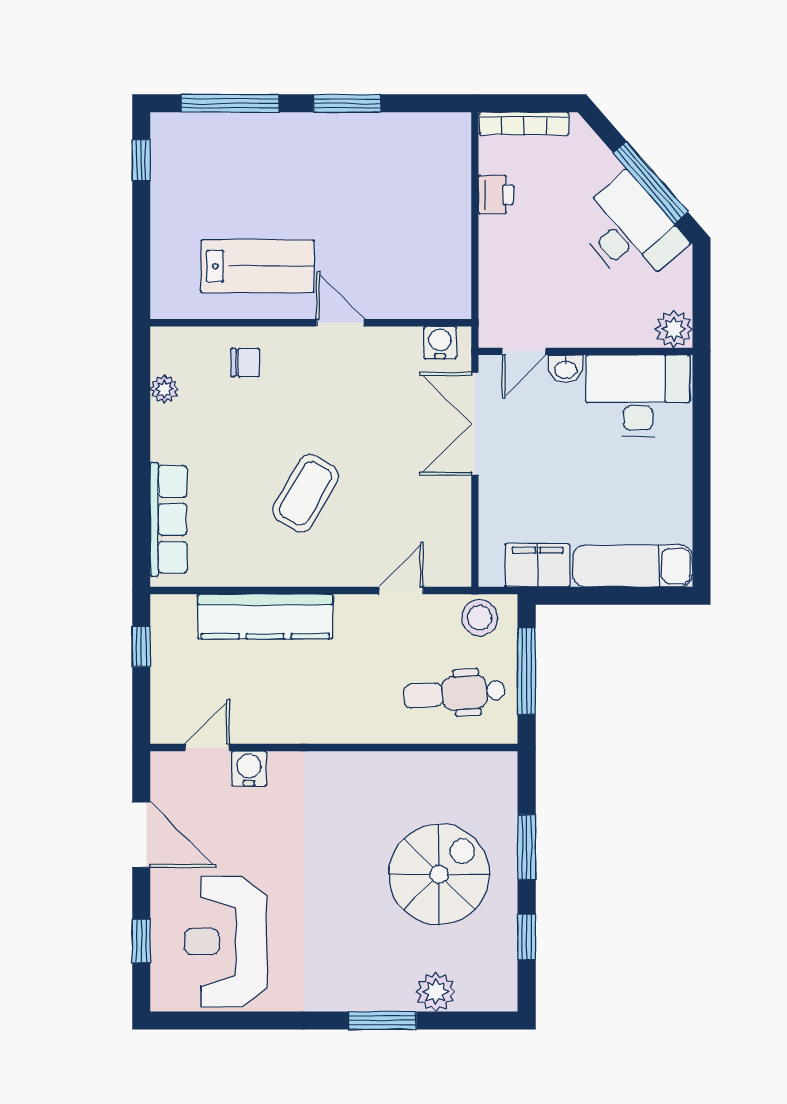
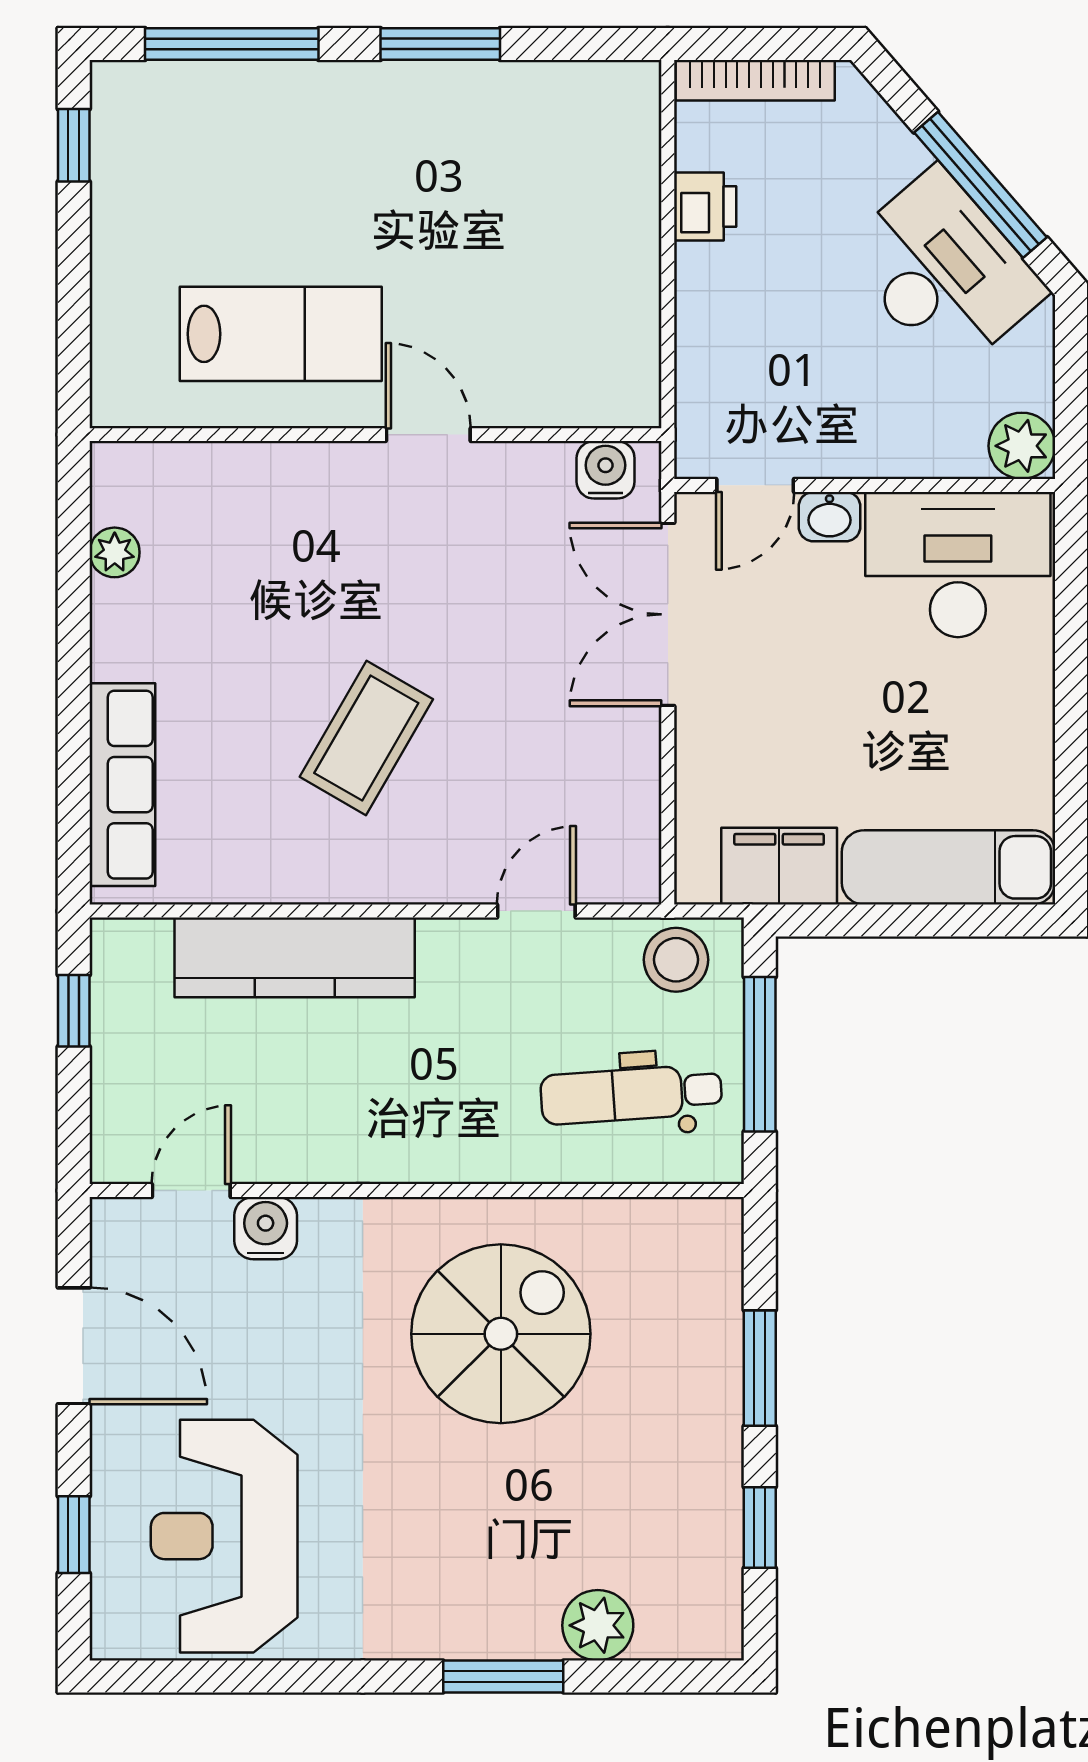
chair: (245, 362) -> (259, 505), removed
spiral stairs: (439, 874) -> (501, 1334), moved

